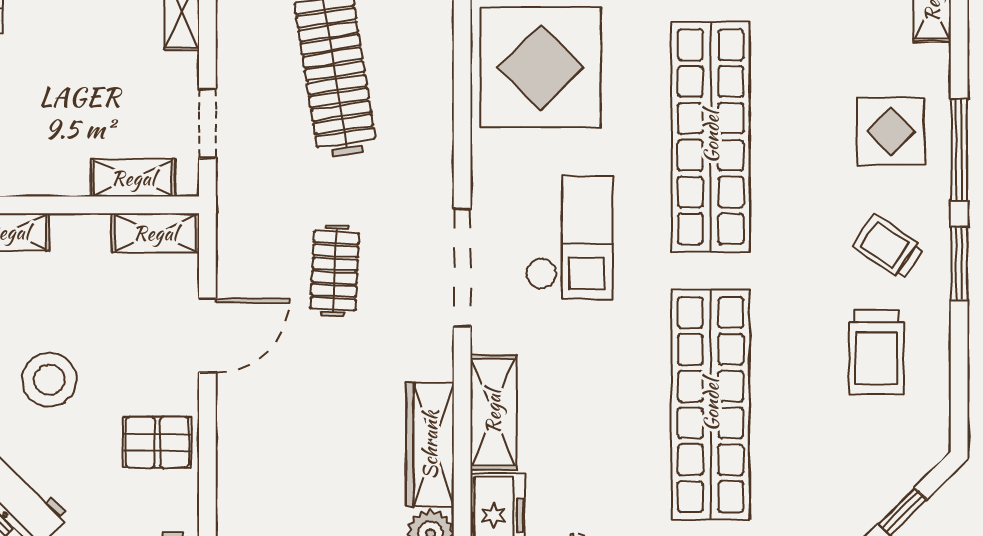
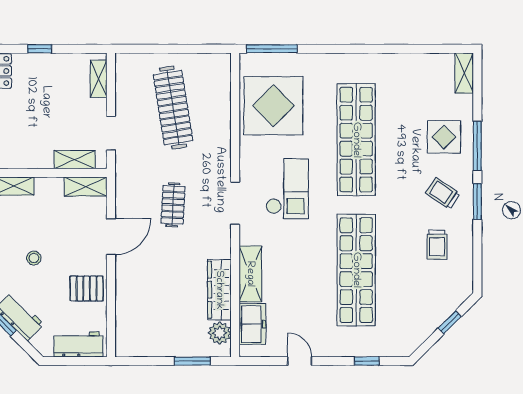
doorway: (462, 267) -> (235, 203), width x0.73
trolley: (876, 352) -> (437, 245), width x0.73, depth x0.72
stool: (49, 380) -> (34, 258), width x0.53, depth x0.53

